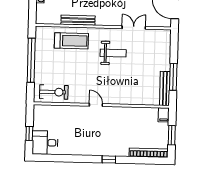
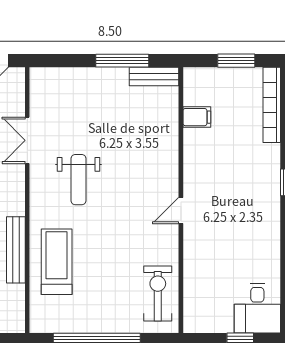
weight bench: (113, 53) -> (79, 180), turned 180
bench: (165, 88) -> (154, 76), width x0.73
filing cabinet: (164, 115) -> (197, 117), moved

